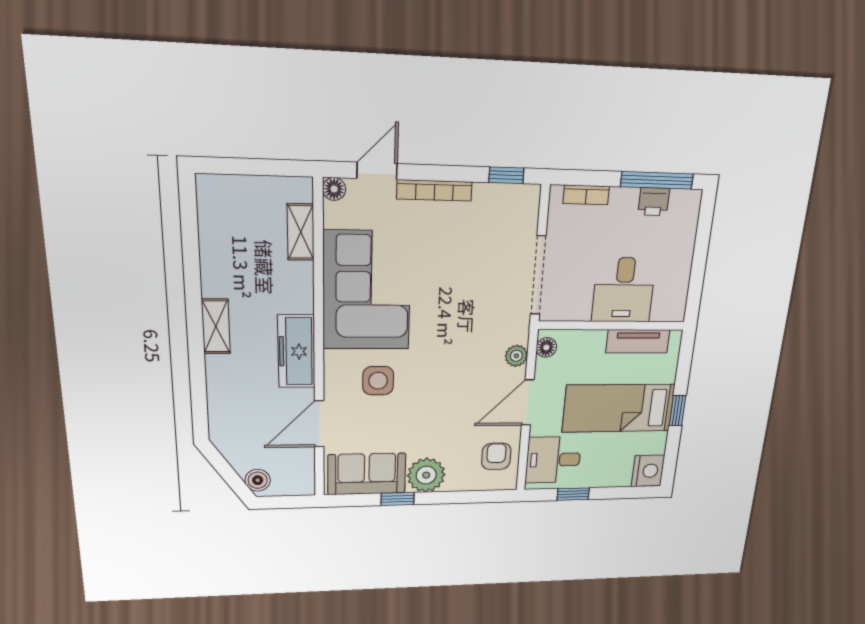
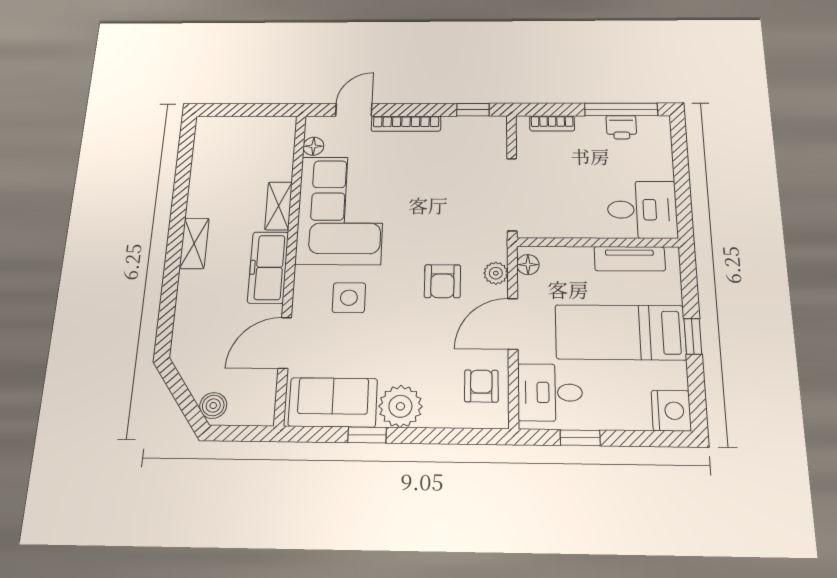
floor lamp: (334, 189) -> (313, 146), moved
shelving: (301, 232) -> (279, 206), moved
desk: (624, 290) -> (642, 210), moved, turned -90
armchair: (467, 364) -> (442, 281), added

